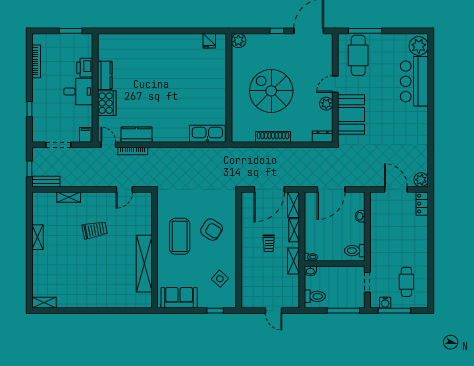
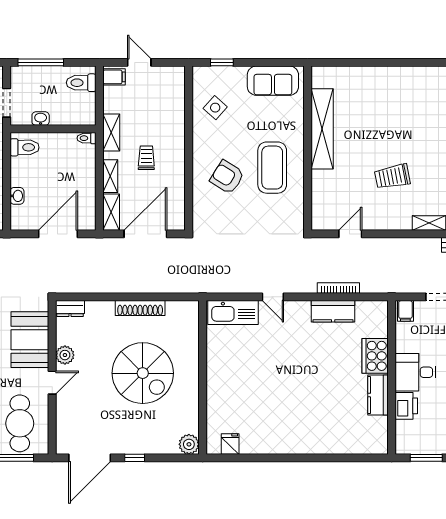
door: (108, 145) -> (273, 297), moved
washbasin: (310, 271) -> (41, 119), moved
filing cabinet: (292, 300) -> (114, 77), added

